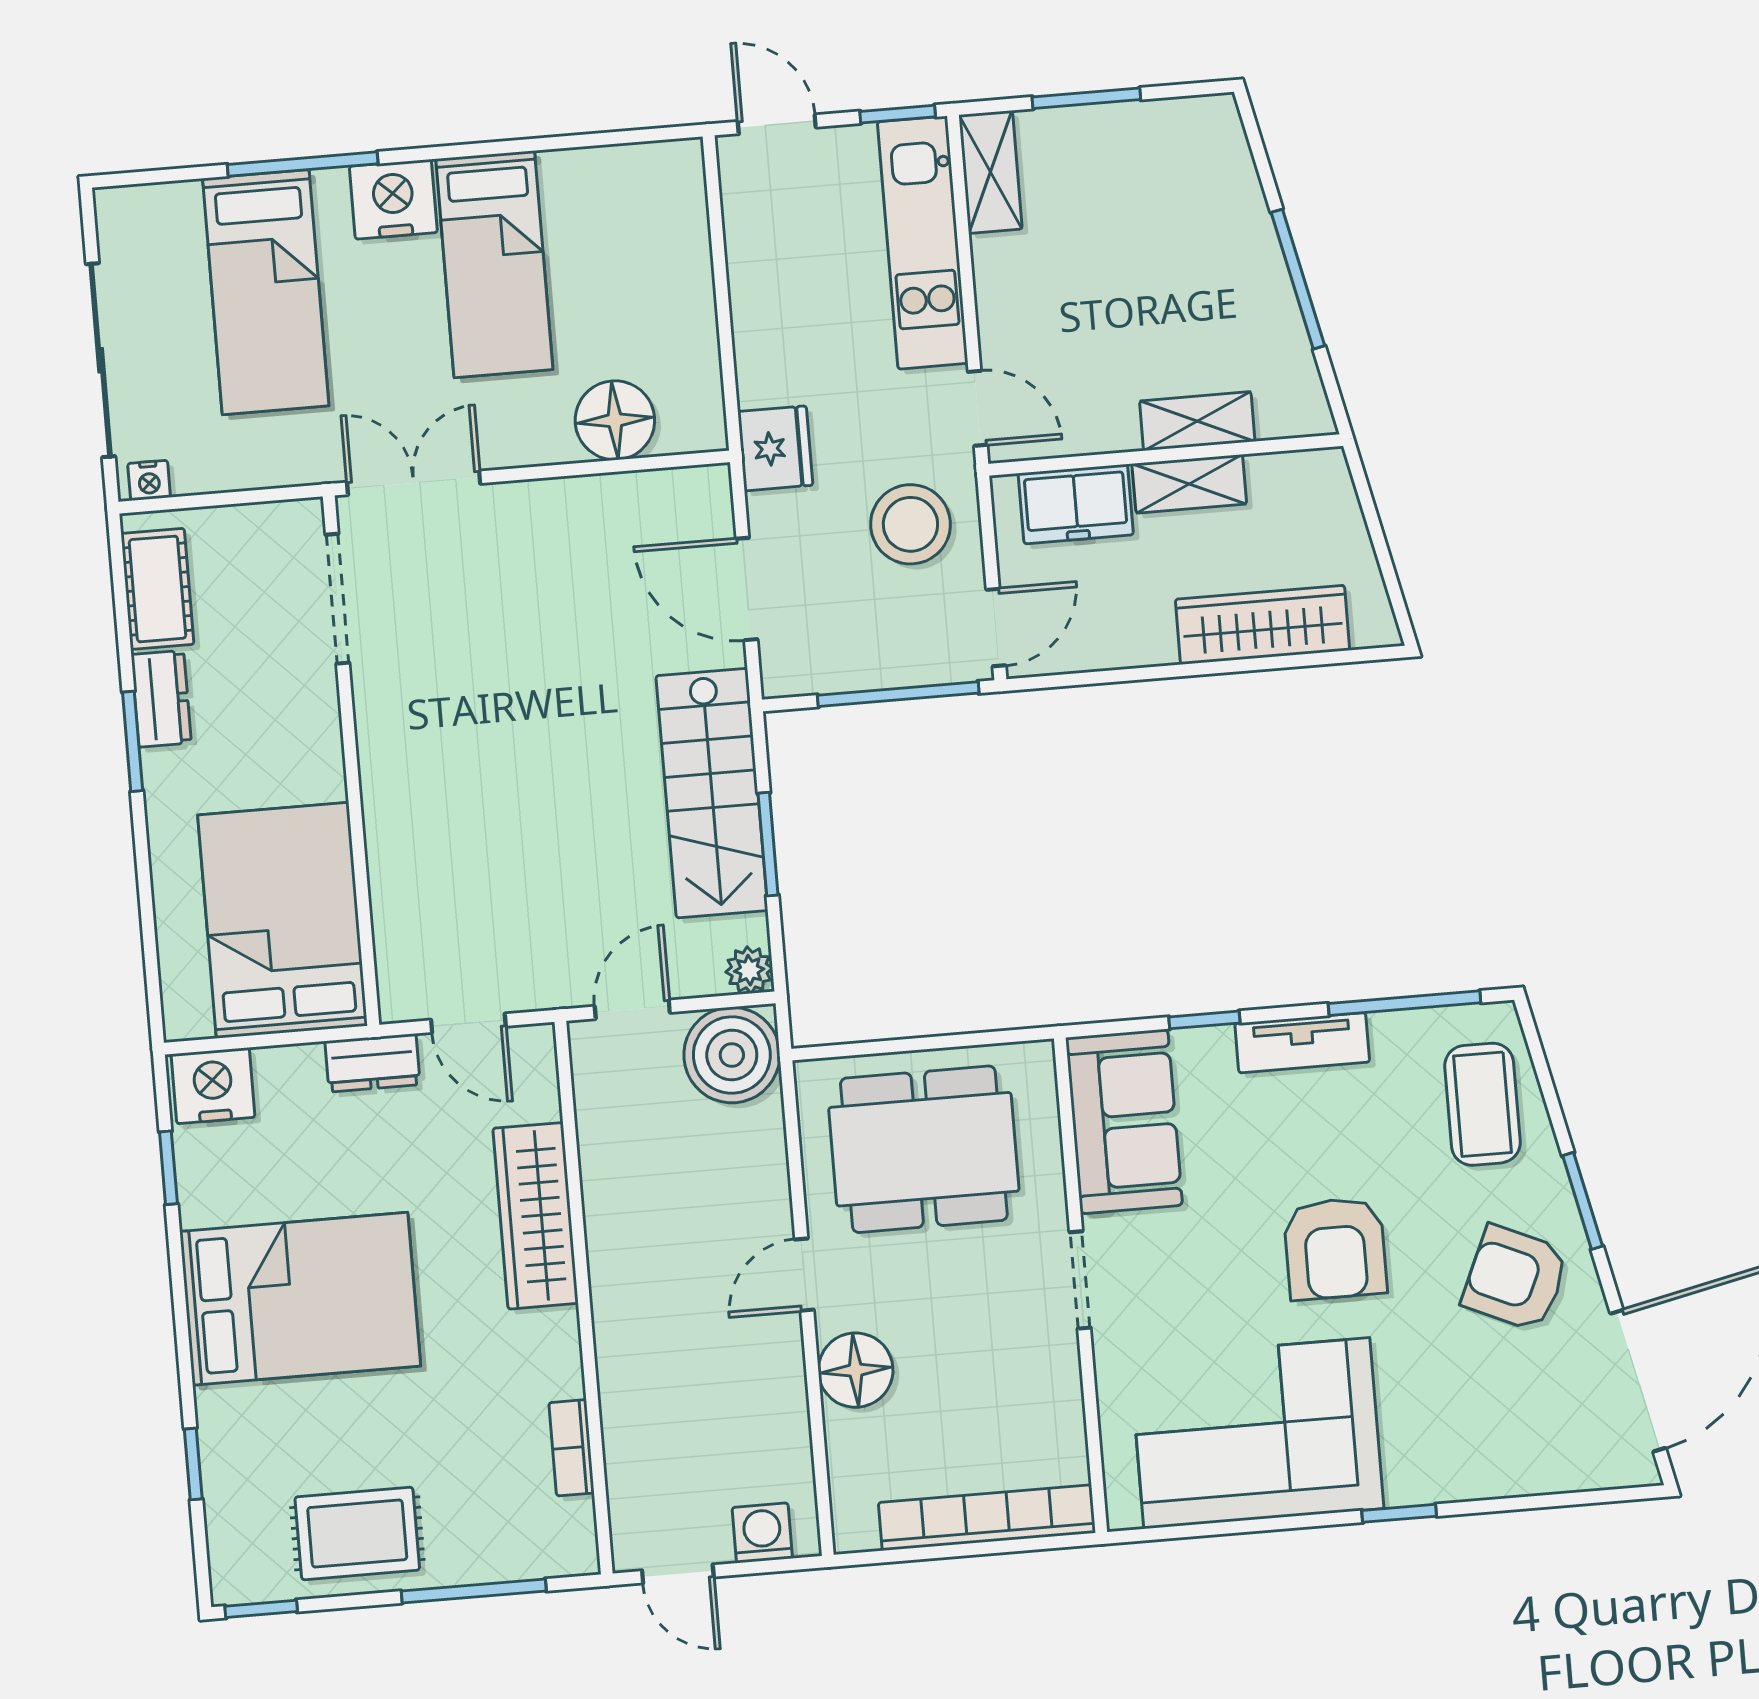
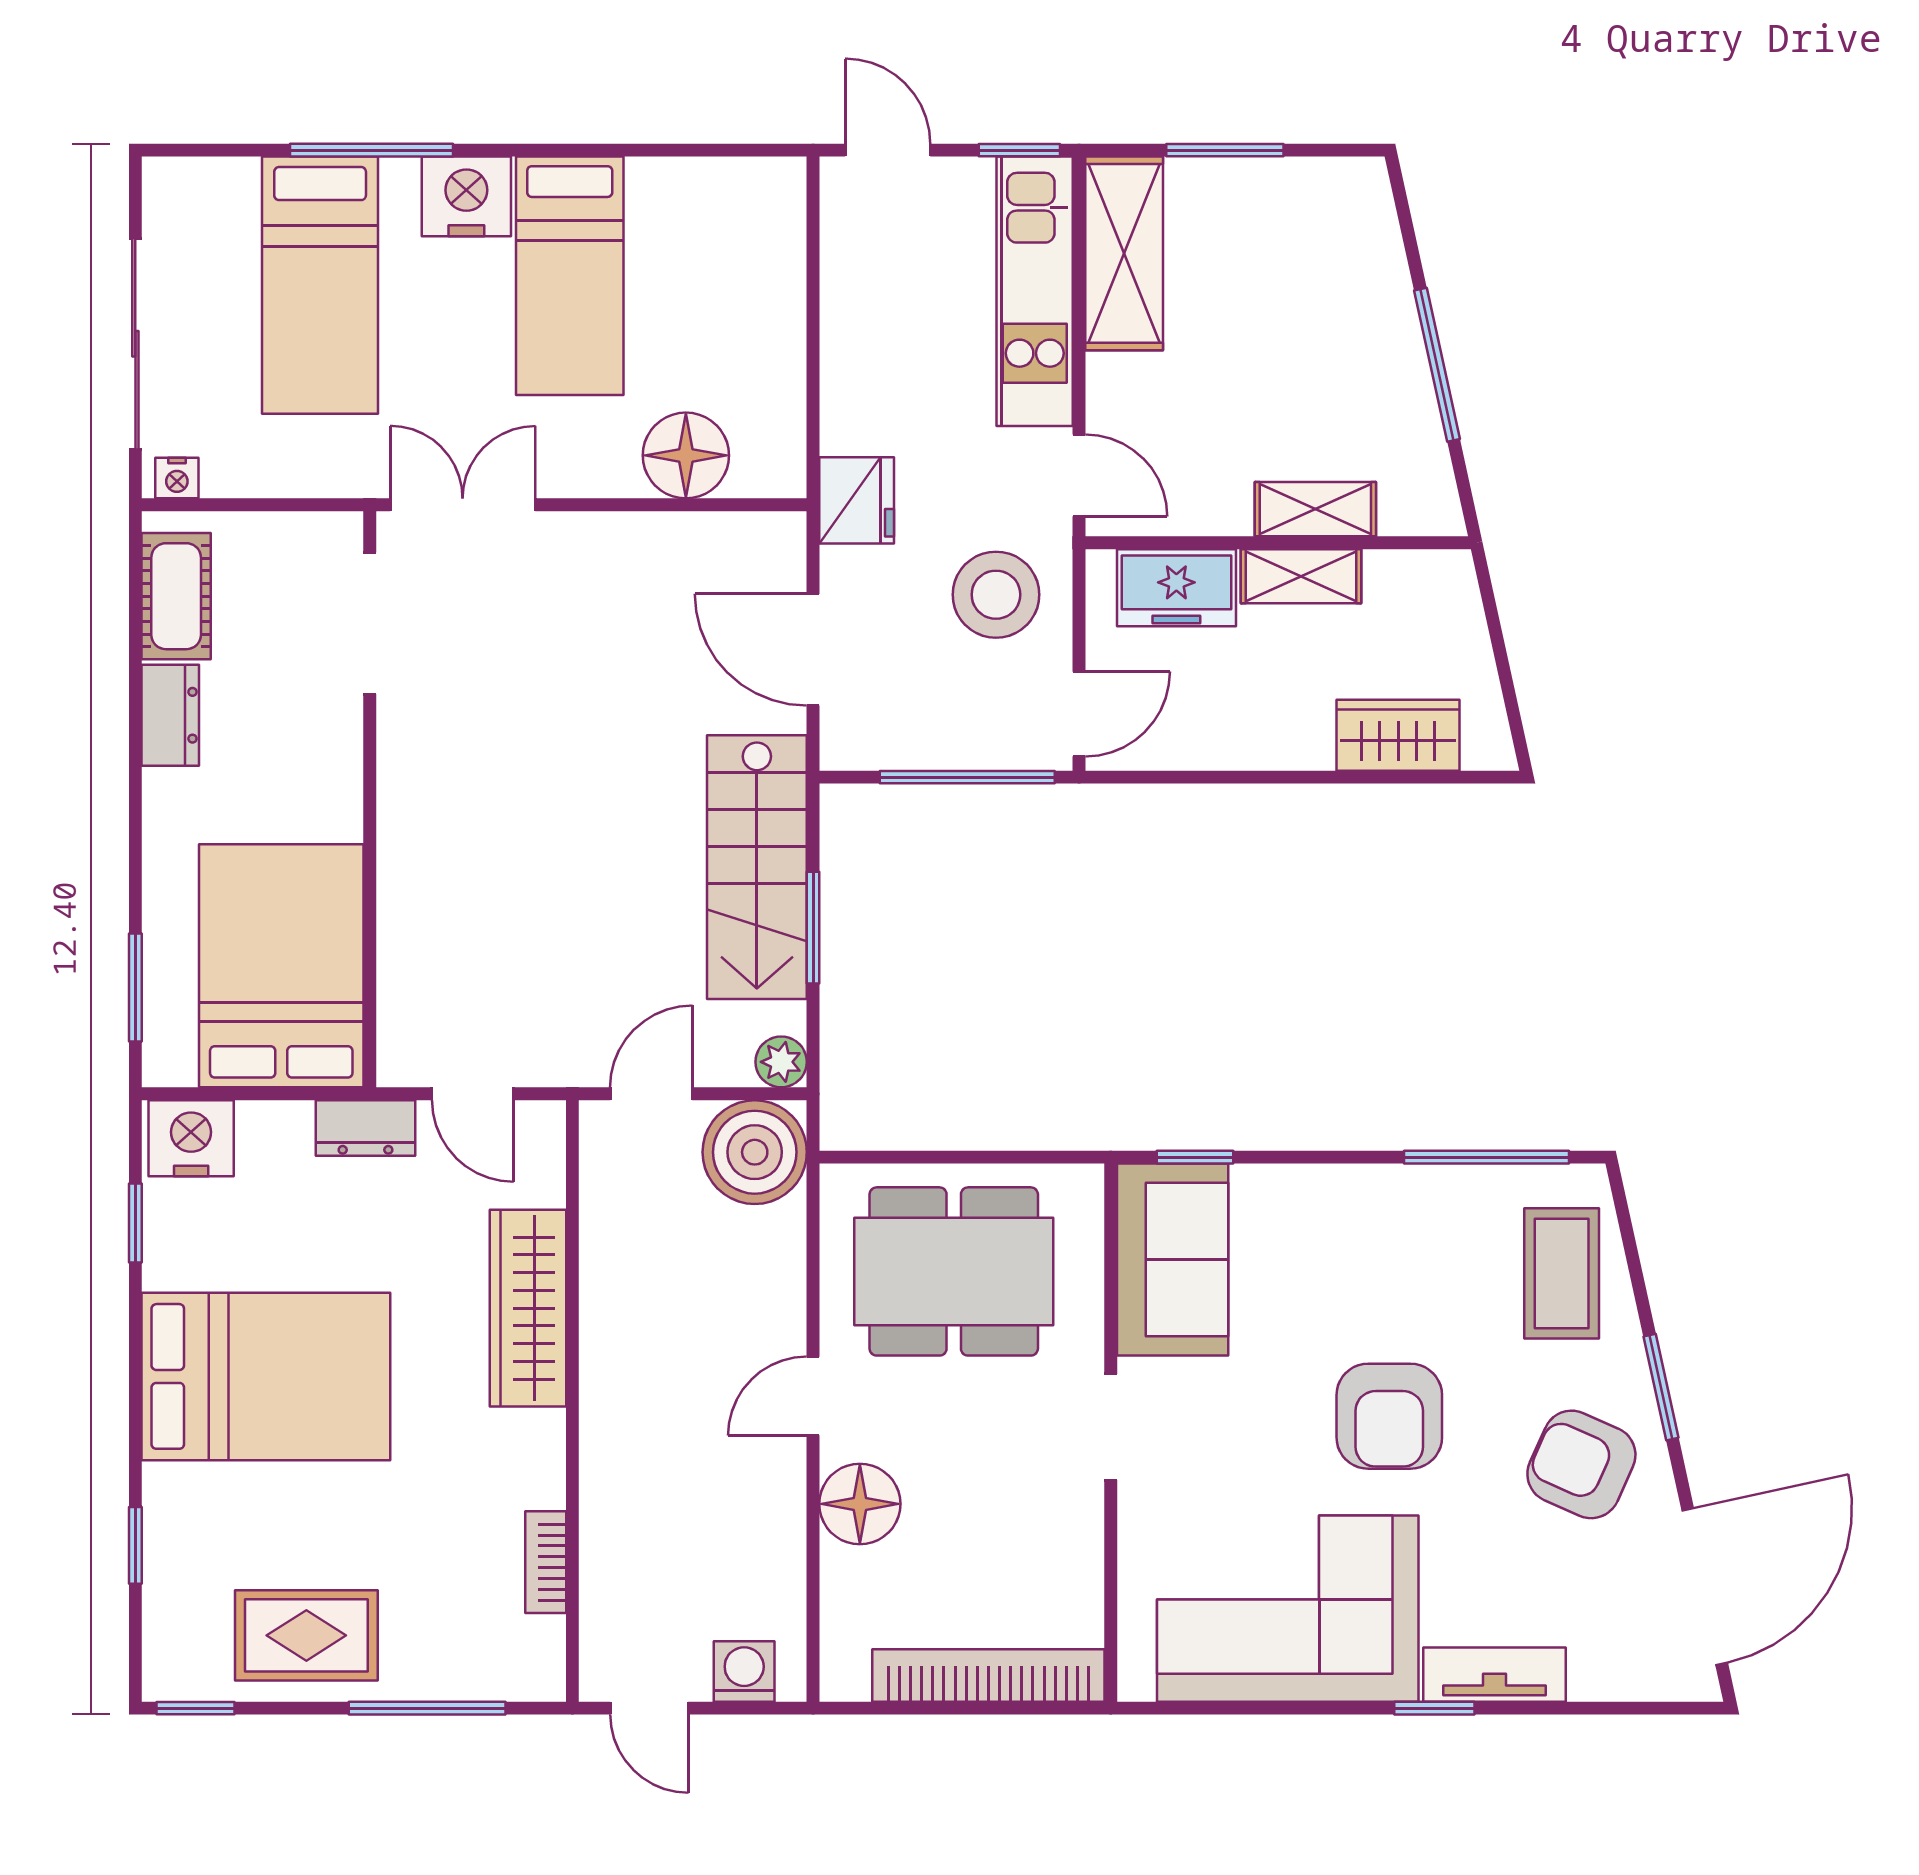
shelving: (991, 172) -> (1124, 253), width x1.50, depth x1.33
wardrobe: (1263, 625) -> (1398, 735), width x0.67
window: (133, 741) -> (135, 987), moved
window: (1204, 1020) -> (1195, 1157), moved
tv unit: (1302, 1043) -> (1495, 1675), moved, turned 180

